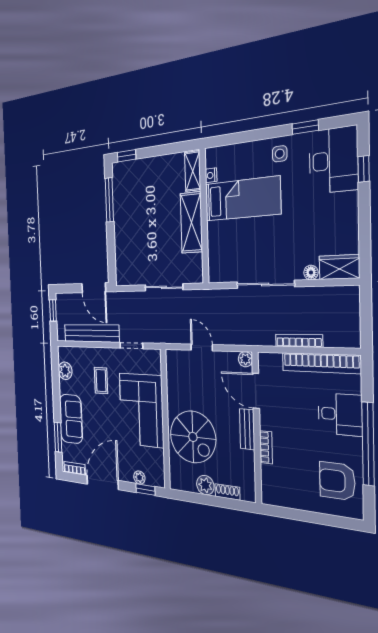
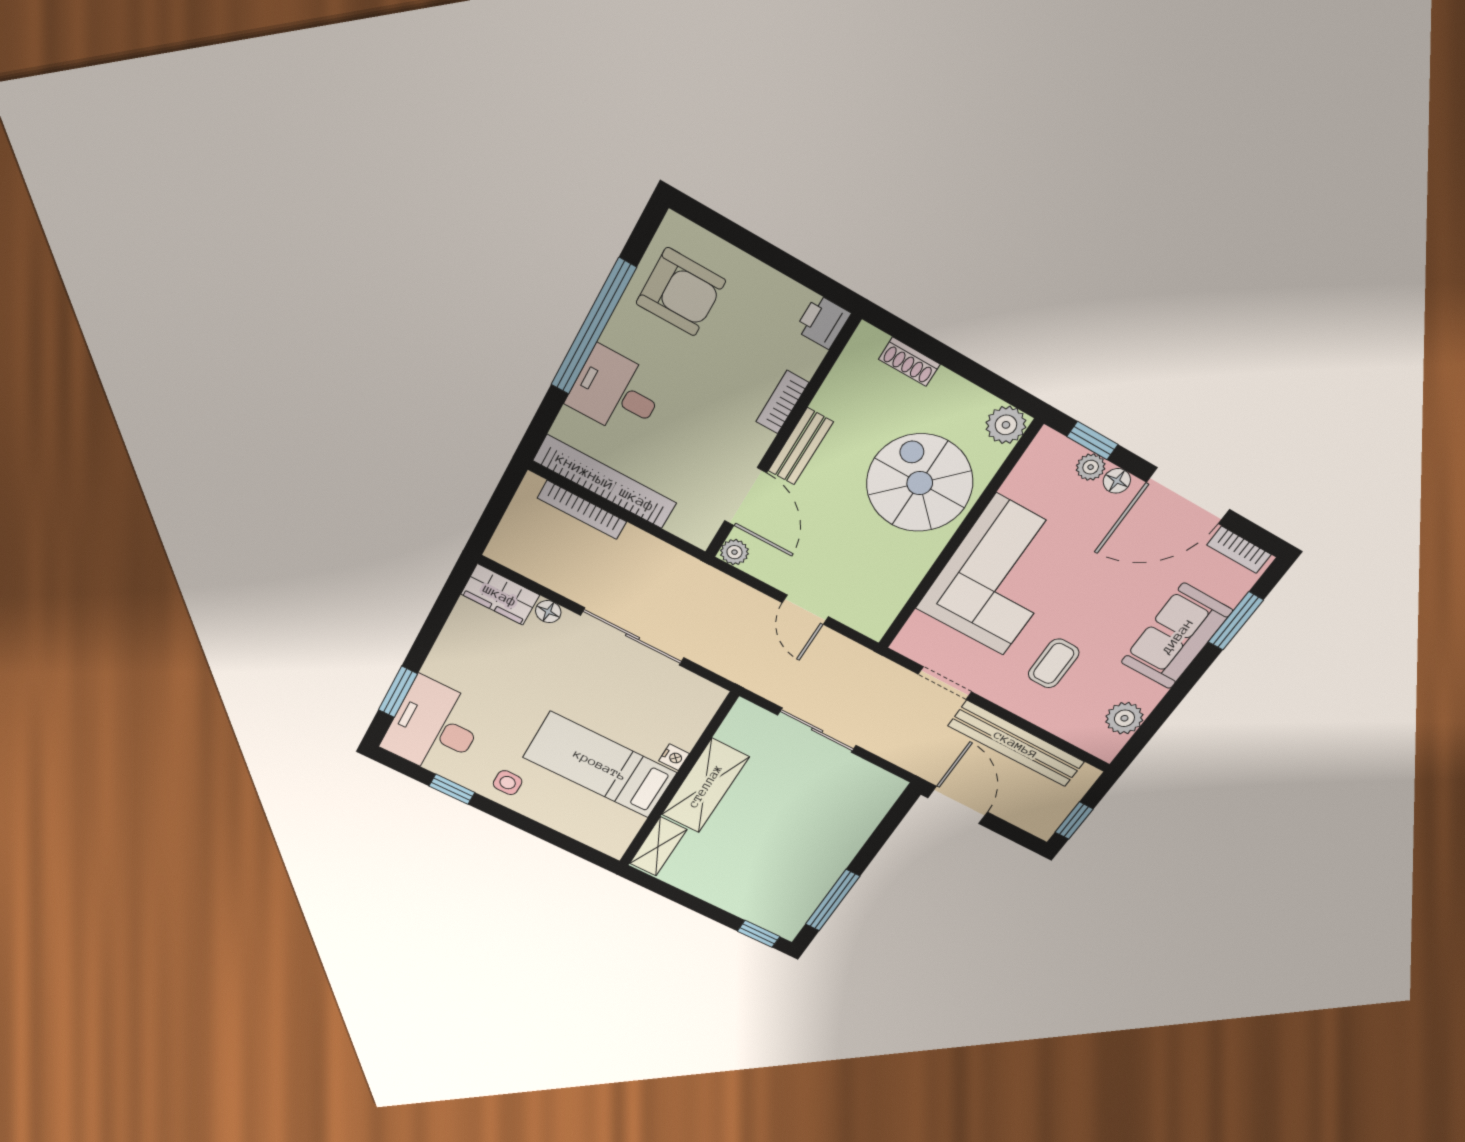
window: (364, 169) -> (398, 692), width x1.50
nightstand: (211, 175) -> (674, 757), moved
bookcase: (299, 341) -> (582, 510), moved
floor lamp: (128, 476) -> (1117, 481), added
plant: (205, 485) -> (1006, 425), moved
printer: (270, 494) -> (823, 322), added

